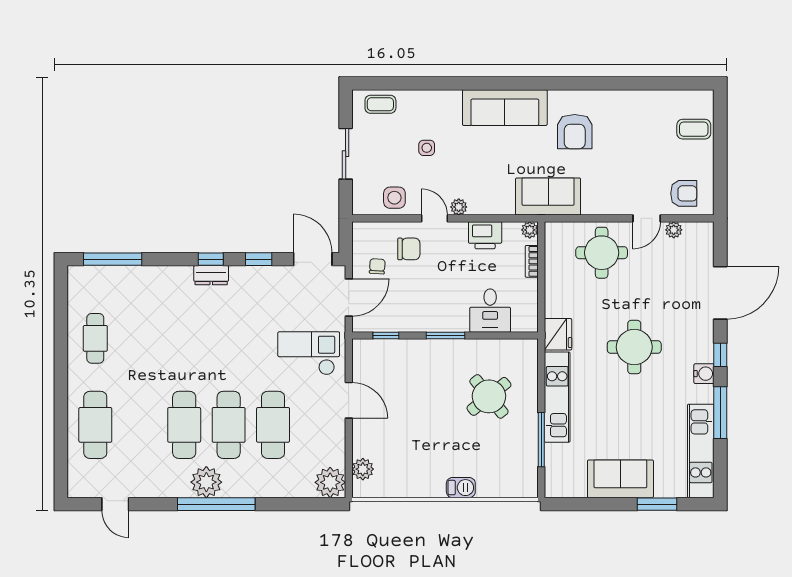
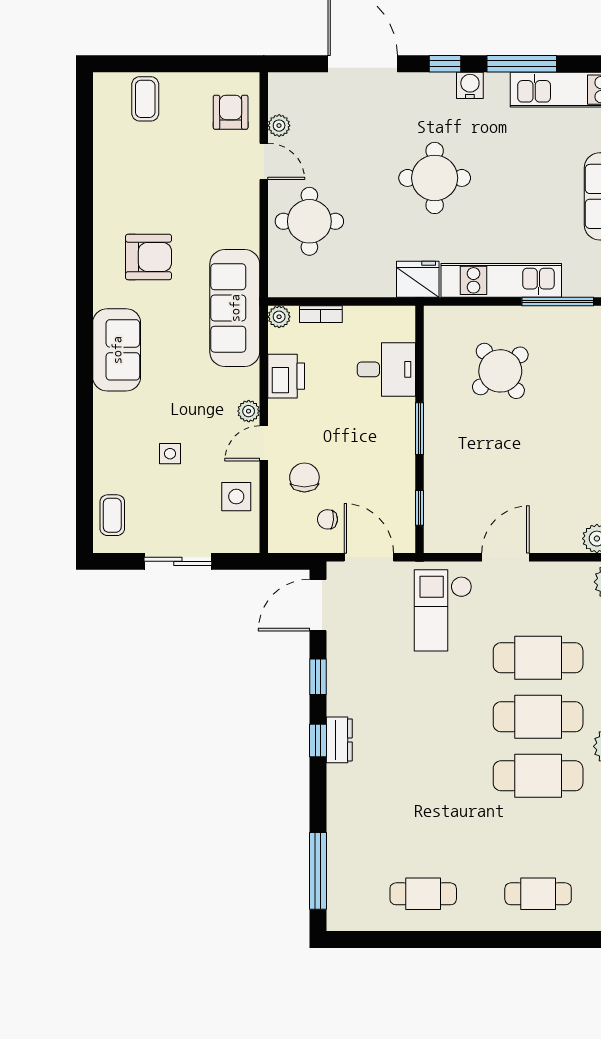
sofa: (505, 108) -> (117, 350), width x0.73
sofa: (548, 197) -> (235, 308), width x1.36
cafe table: (95, 425) -> (538, 894), width x0.73, depth x0.74

